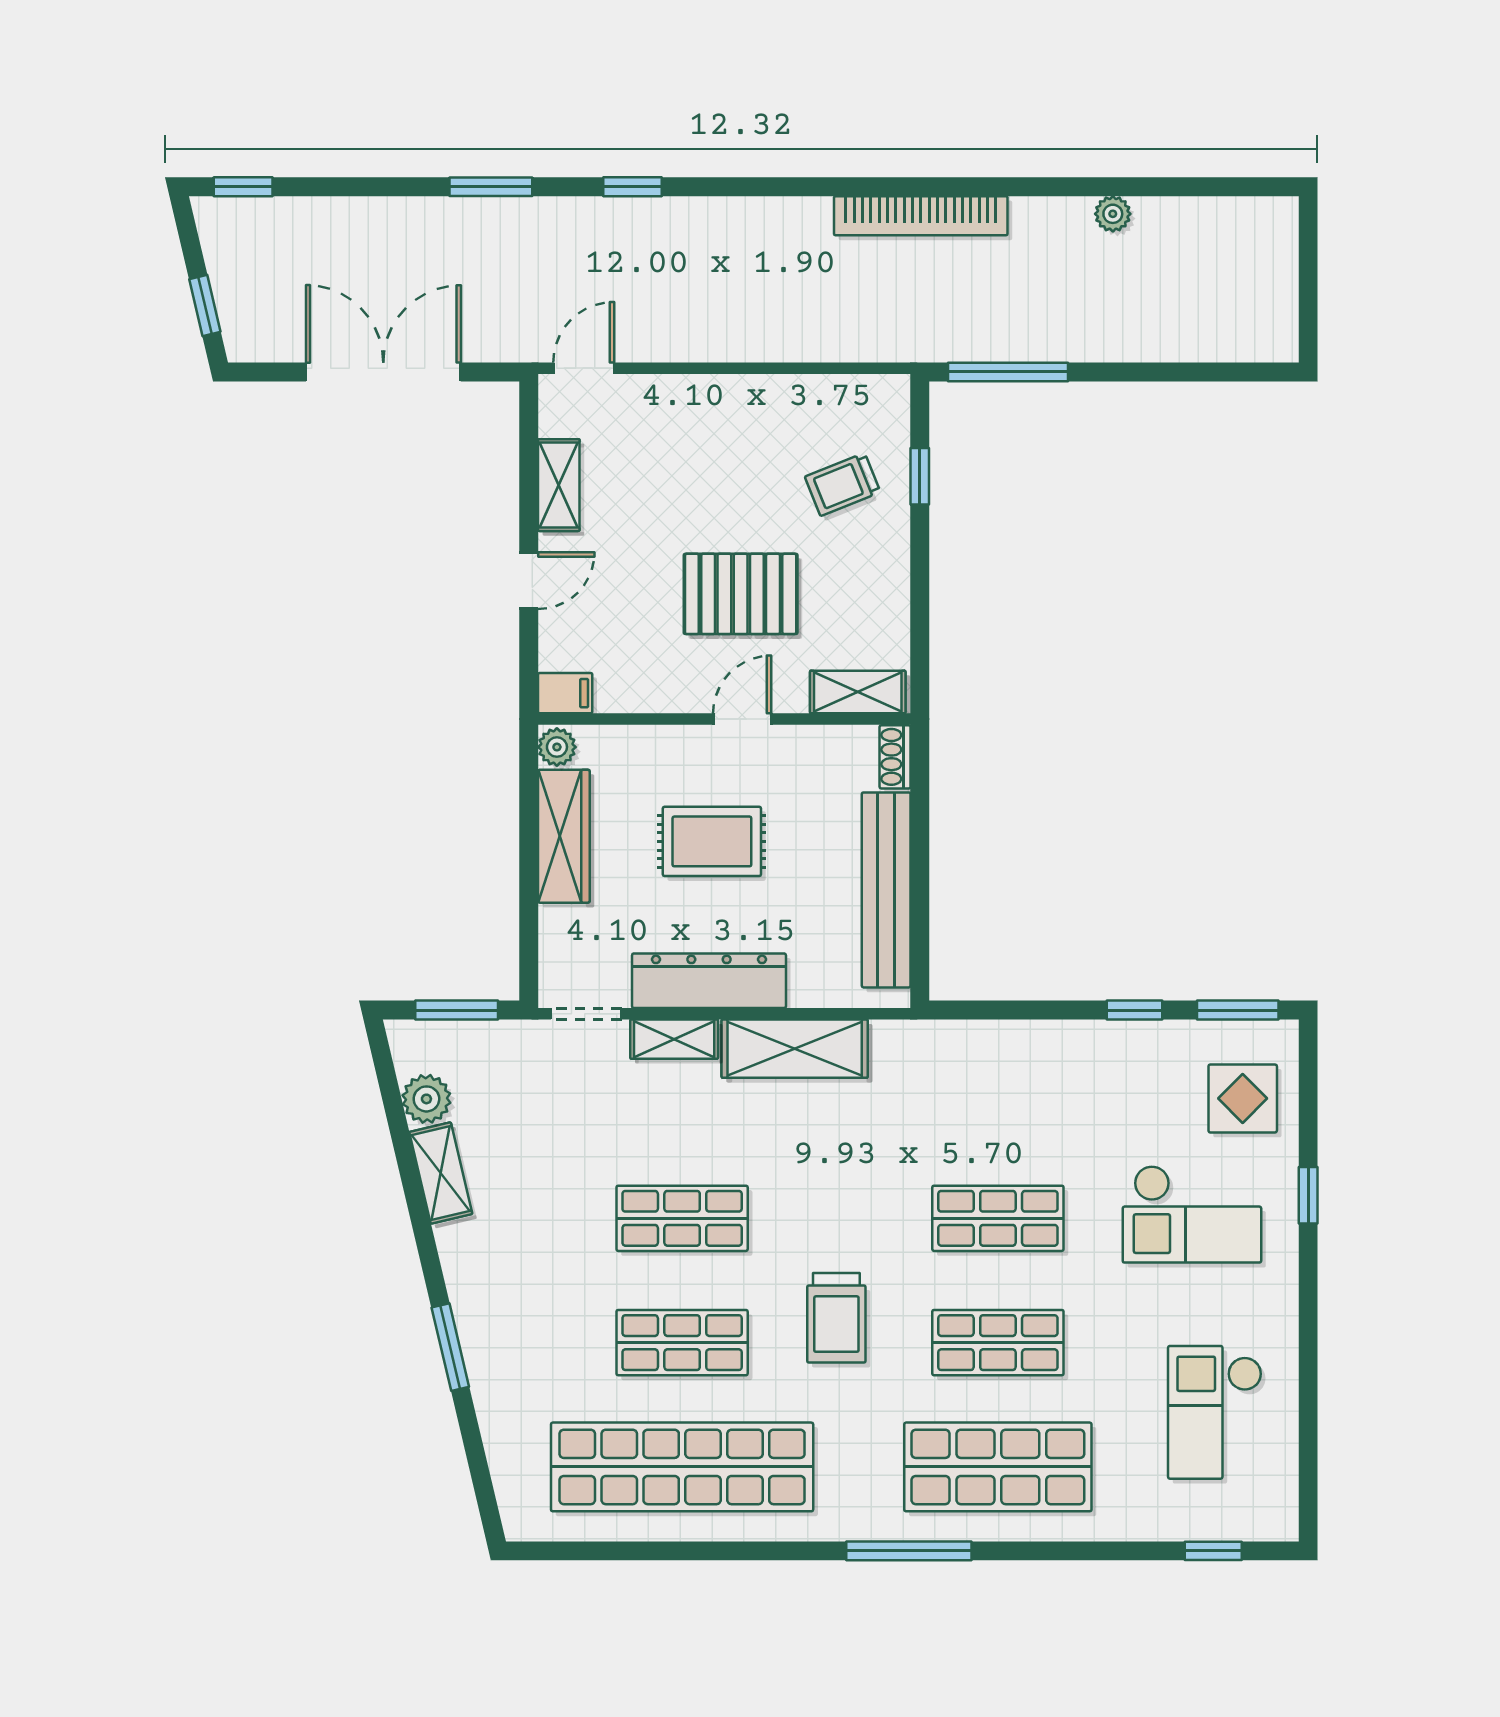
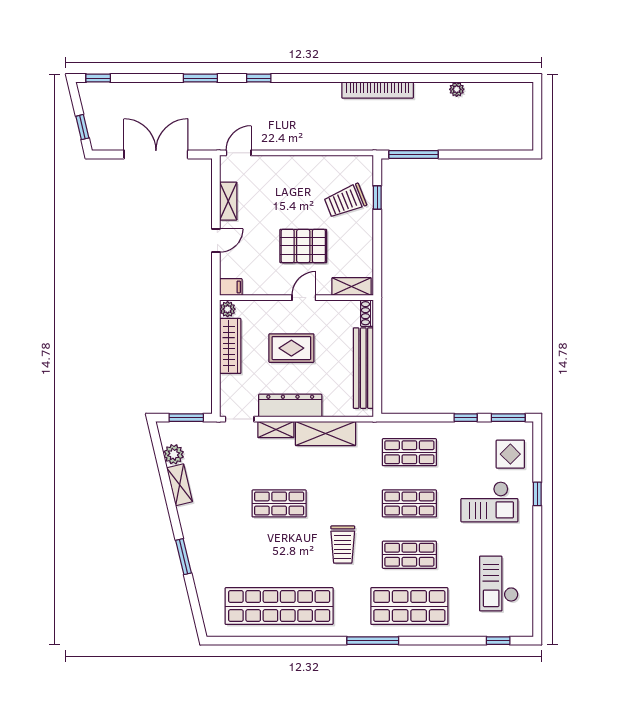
trolley: (843, 484) -> (345, 201), width x1.36, depth x1.39
shop shelf: (682, 1343) -> (409, 452), moved

